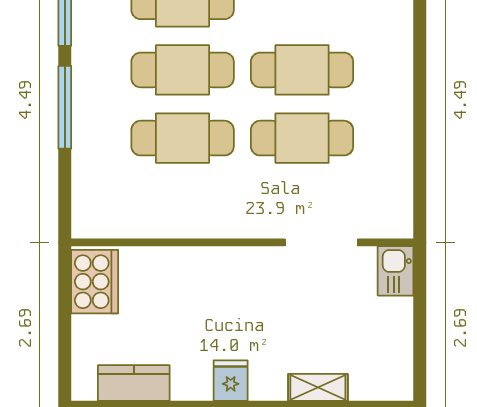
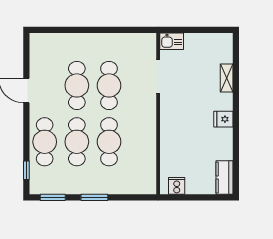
window: (65, 107) -> (94, 197), width x0.69
cooker: (95, 282) -> (177, 186), width x0.53, depth x0.76
kitchen counter: (134, 383) -> (224, 177), moved

